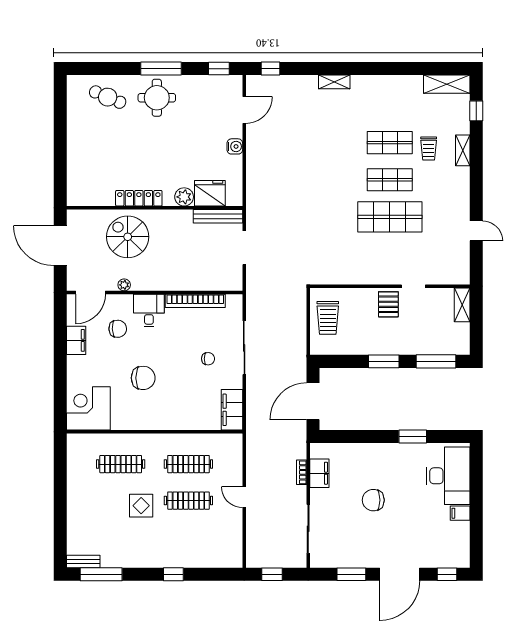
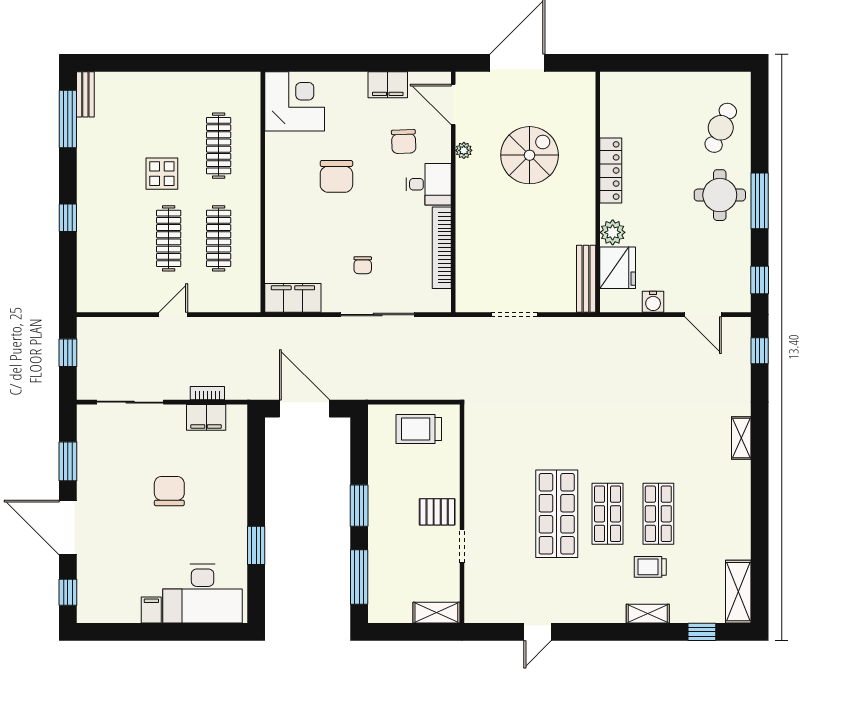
fridge: (210, 193) -> (618, 268), moved
plant: (184, 197) -> (613, 232), moved
locker: (139, 198) -> (611, 170), moved
wall: (155, 208) -> (598, 192), moved
bench: (218, 216) -> (586, 279), moved

